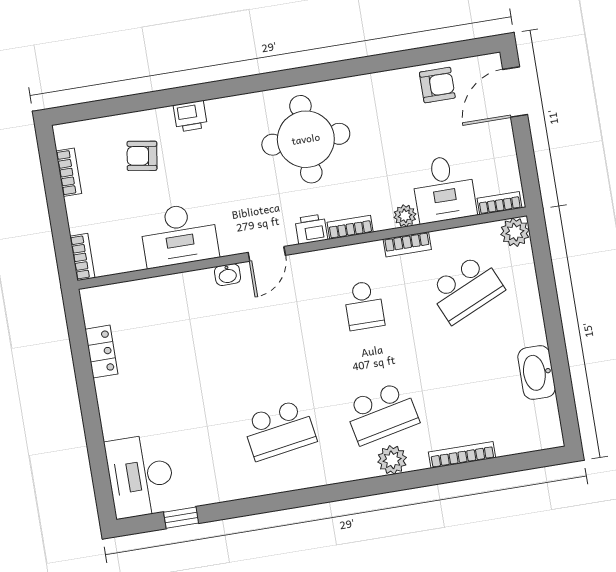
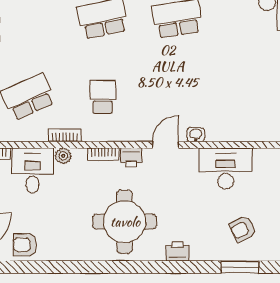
window: (137, 103) -> (240, 267), added
printer: (190, 116) -> (178, 251), moved
armchair: (142, 156) -> (243, 229), turned 145

